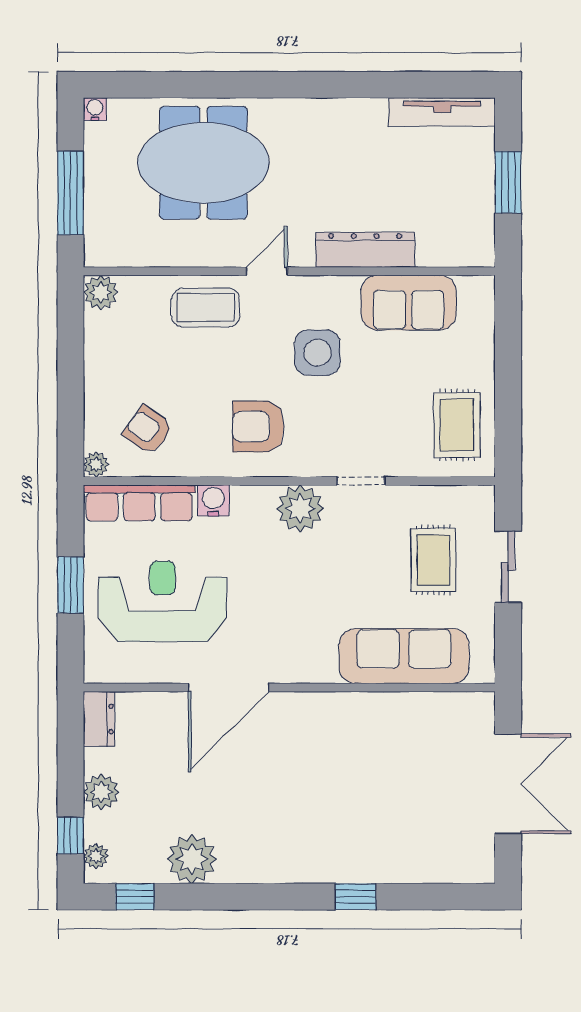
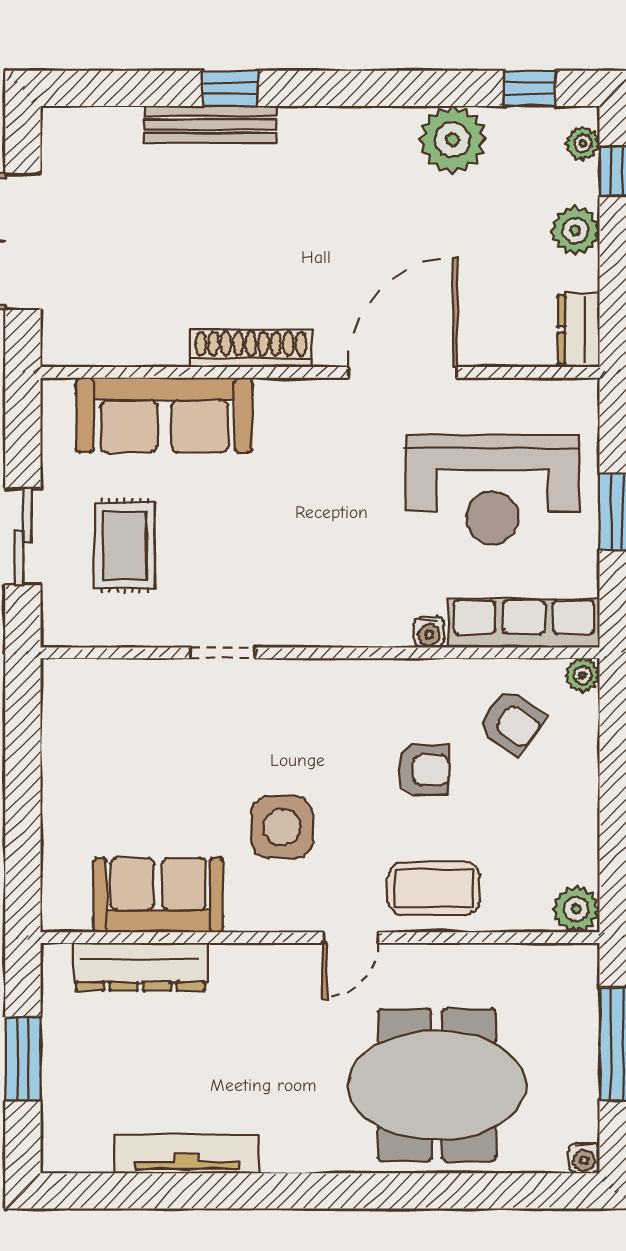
tv unit: (442, 112) -> (187, 1154), moved
dresser: (365, 250) -> (140, 967), moved
rug: (457, 425) -> (92, 729), removed
armchair: (258, 426) -> (424, 770), moved, width x0.72, depth x0.72
water cooler: (213, 501) -> (429, 632), width x0.72, depth x0.72
plant: (300, 508) -> (305, 615), removed
shoe rack: (340, 705) -> (251, 348), added
bench: (370, 870) -> (210, 124), added

